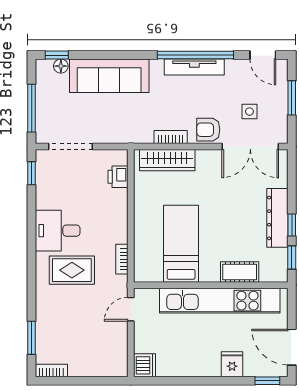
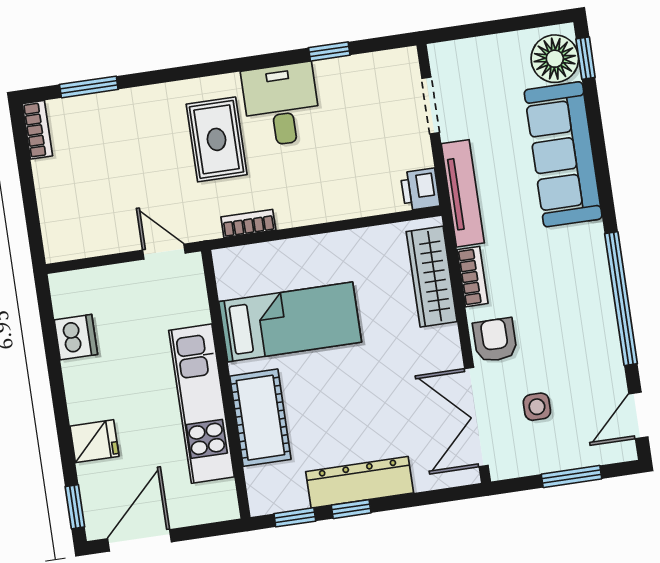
floor lamp: (61, 66) -> (555, 59), width x1.89, depth x1.89
tv unit: (194, 67) -> (463, 193), moved, turned 180
window: (32, 108) -> (487, 28), removed
doorway: (71, 147) -> (430, 106), width x0.73
window: (32, 173) -> (329, 51), moved
printer: (118, 177) -> (420, 189), moved, turned -90
cot: (240, 272) -> (260, 418), width x1.37, depth x1.34
kitchen unit: (220, 301) -> (202, 404), width x0.73
dishwasher: (145, 365) -> (76, 337), moved, turned -90

